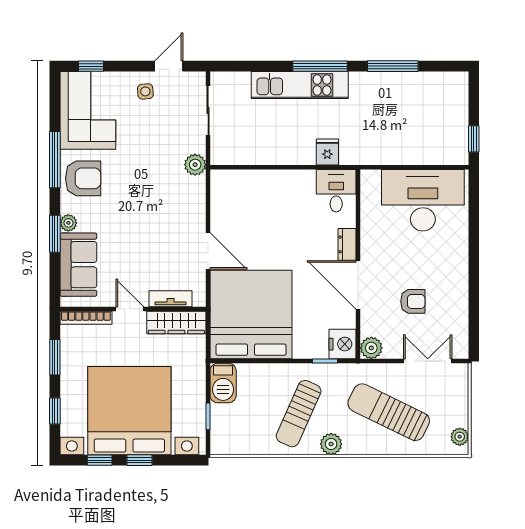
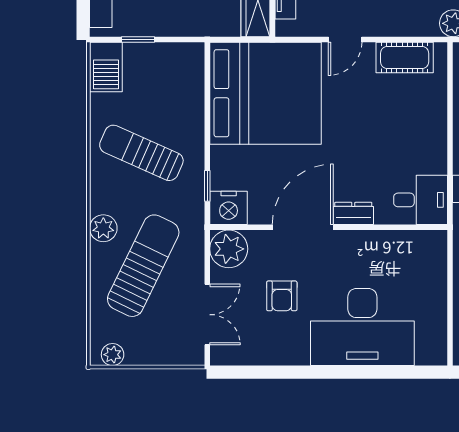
desk: (423, 200) -> (362, 327), moved, turned 90
cot: (222, 203) -> (405, 58), added
door: (208, 251) -> (345, 39), width x0.73
plant: (371, 348) -> (229, 249), width x1.36, depth x1.36
barbecue: (223, 383) -> (106, 67), moved, turned -90
plant: (331, 444) -> (103, 228), moved

